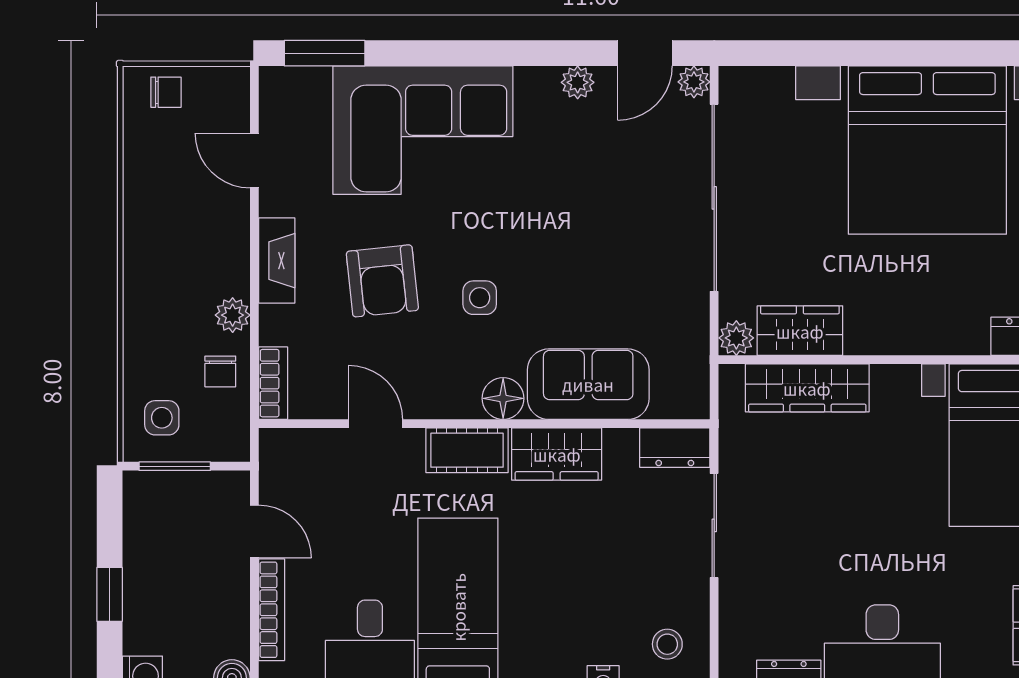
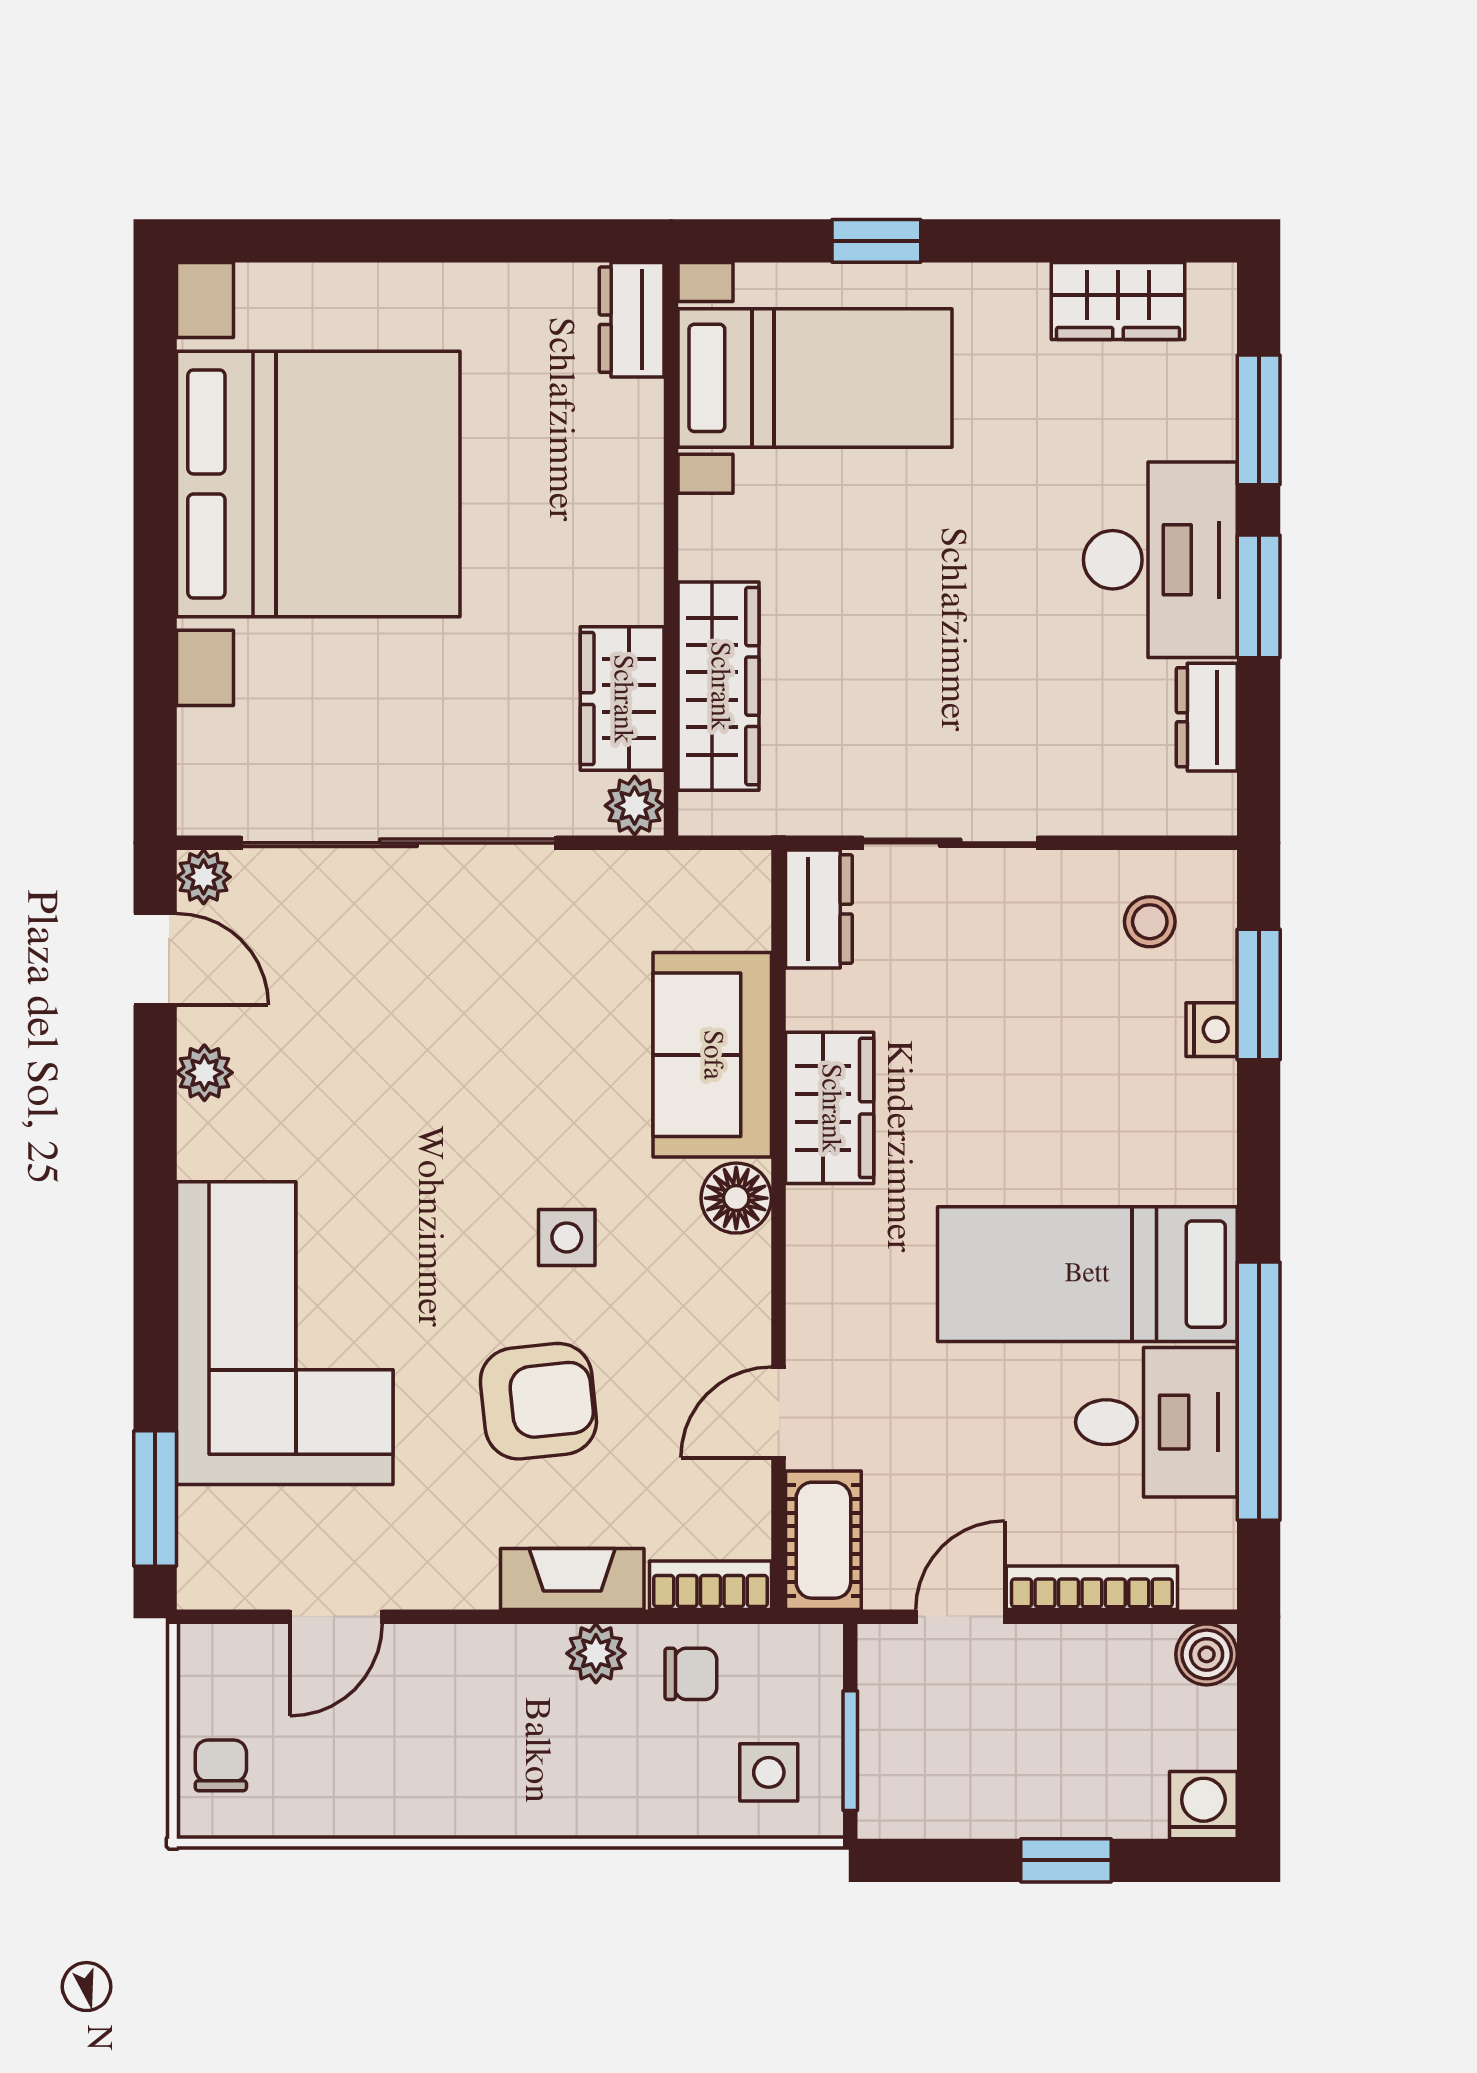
fireplace: (277, 261) -> (572, 1579), moved
cot: (467, 450) -> (823, 1540), moved

